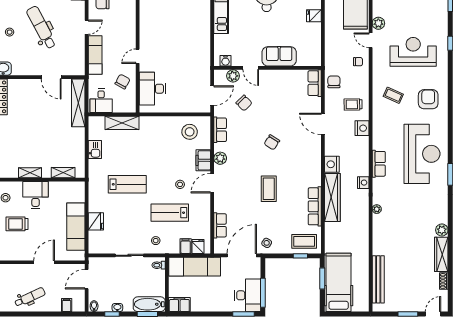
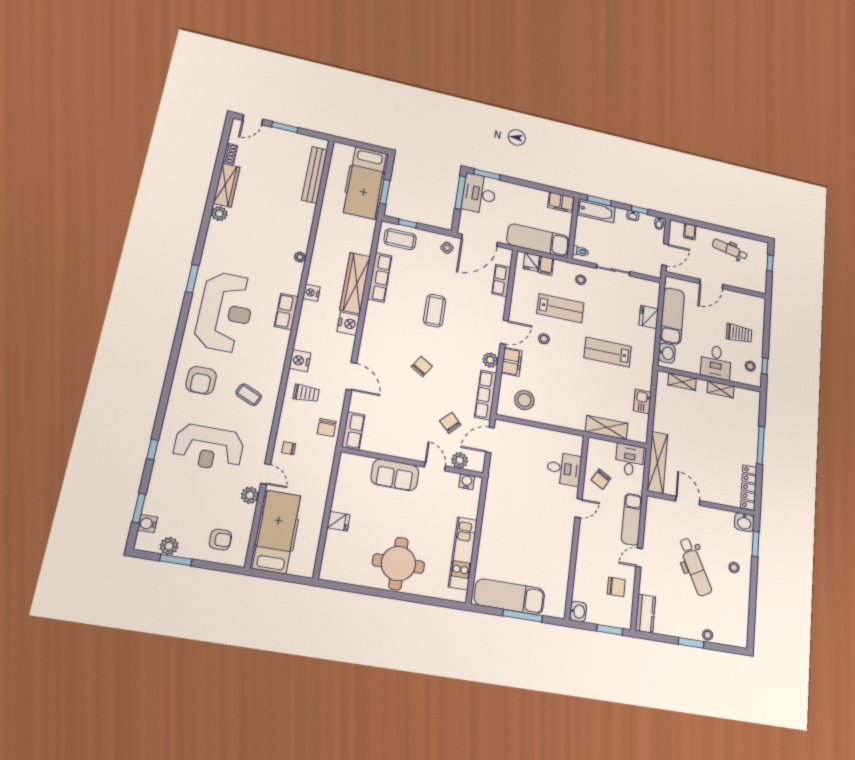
desk: (152, 89) -> (564, 469), width x0.73
row of seats: (220, 130) -> (486, 395), width x1.48
reception desk: (422, 154) -> (225, 312), turned 180
washbasin: (78, 194) -> (667, 353), added
dental chair: (30, 297) -> (730, 249), turned 36

